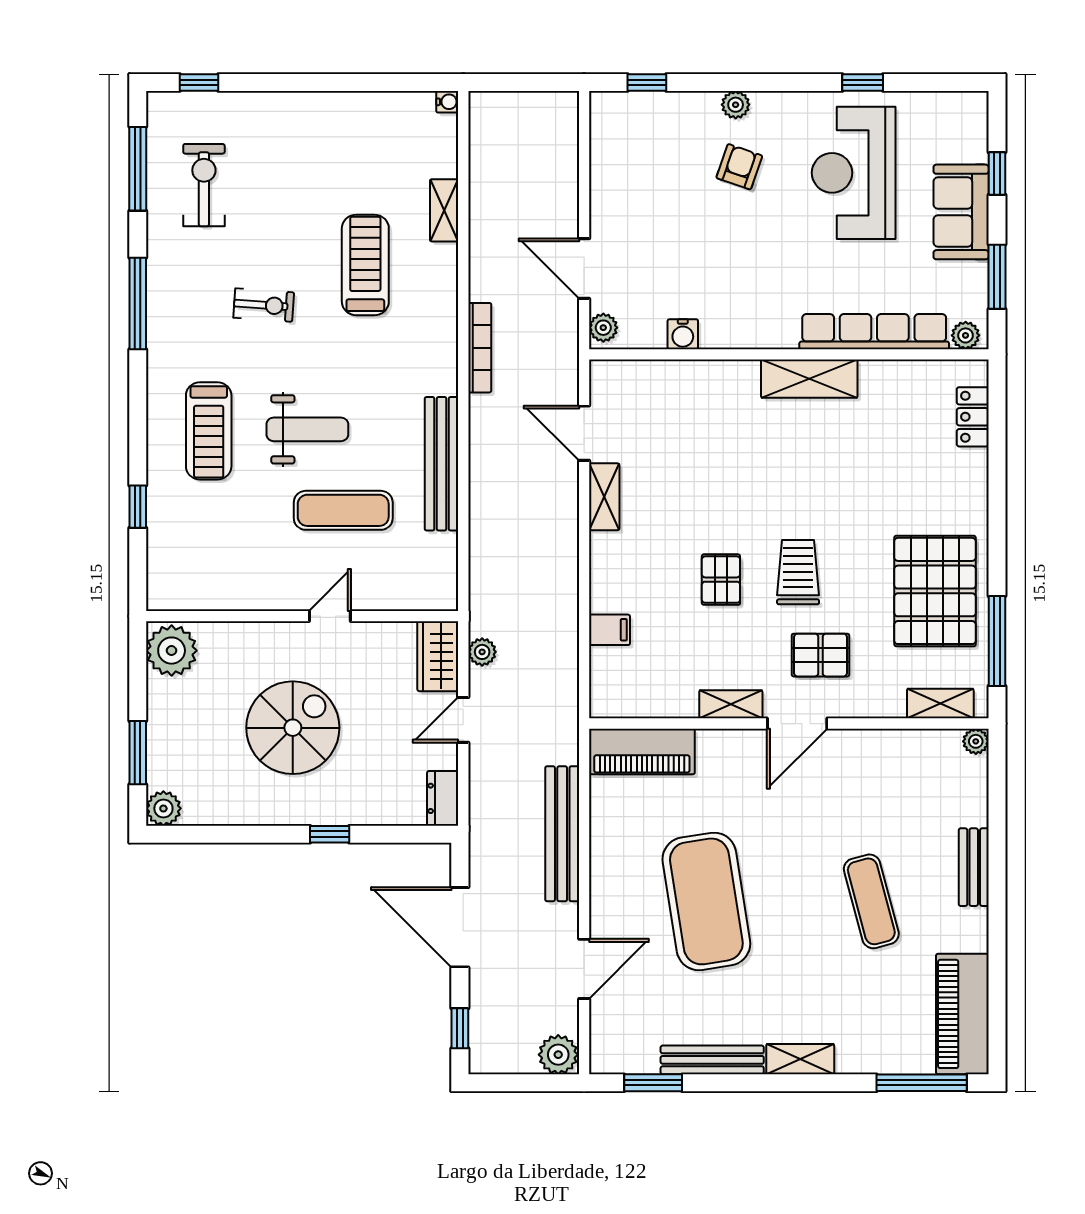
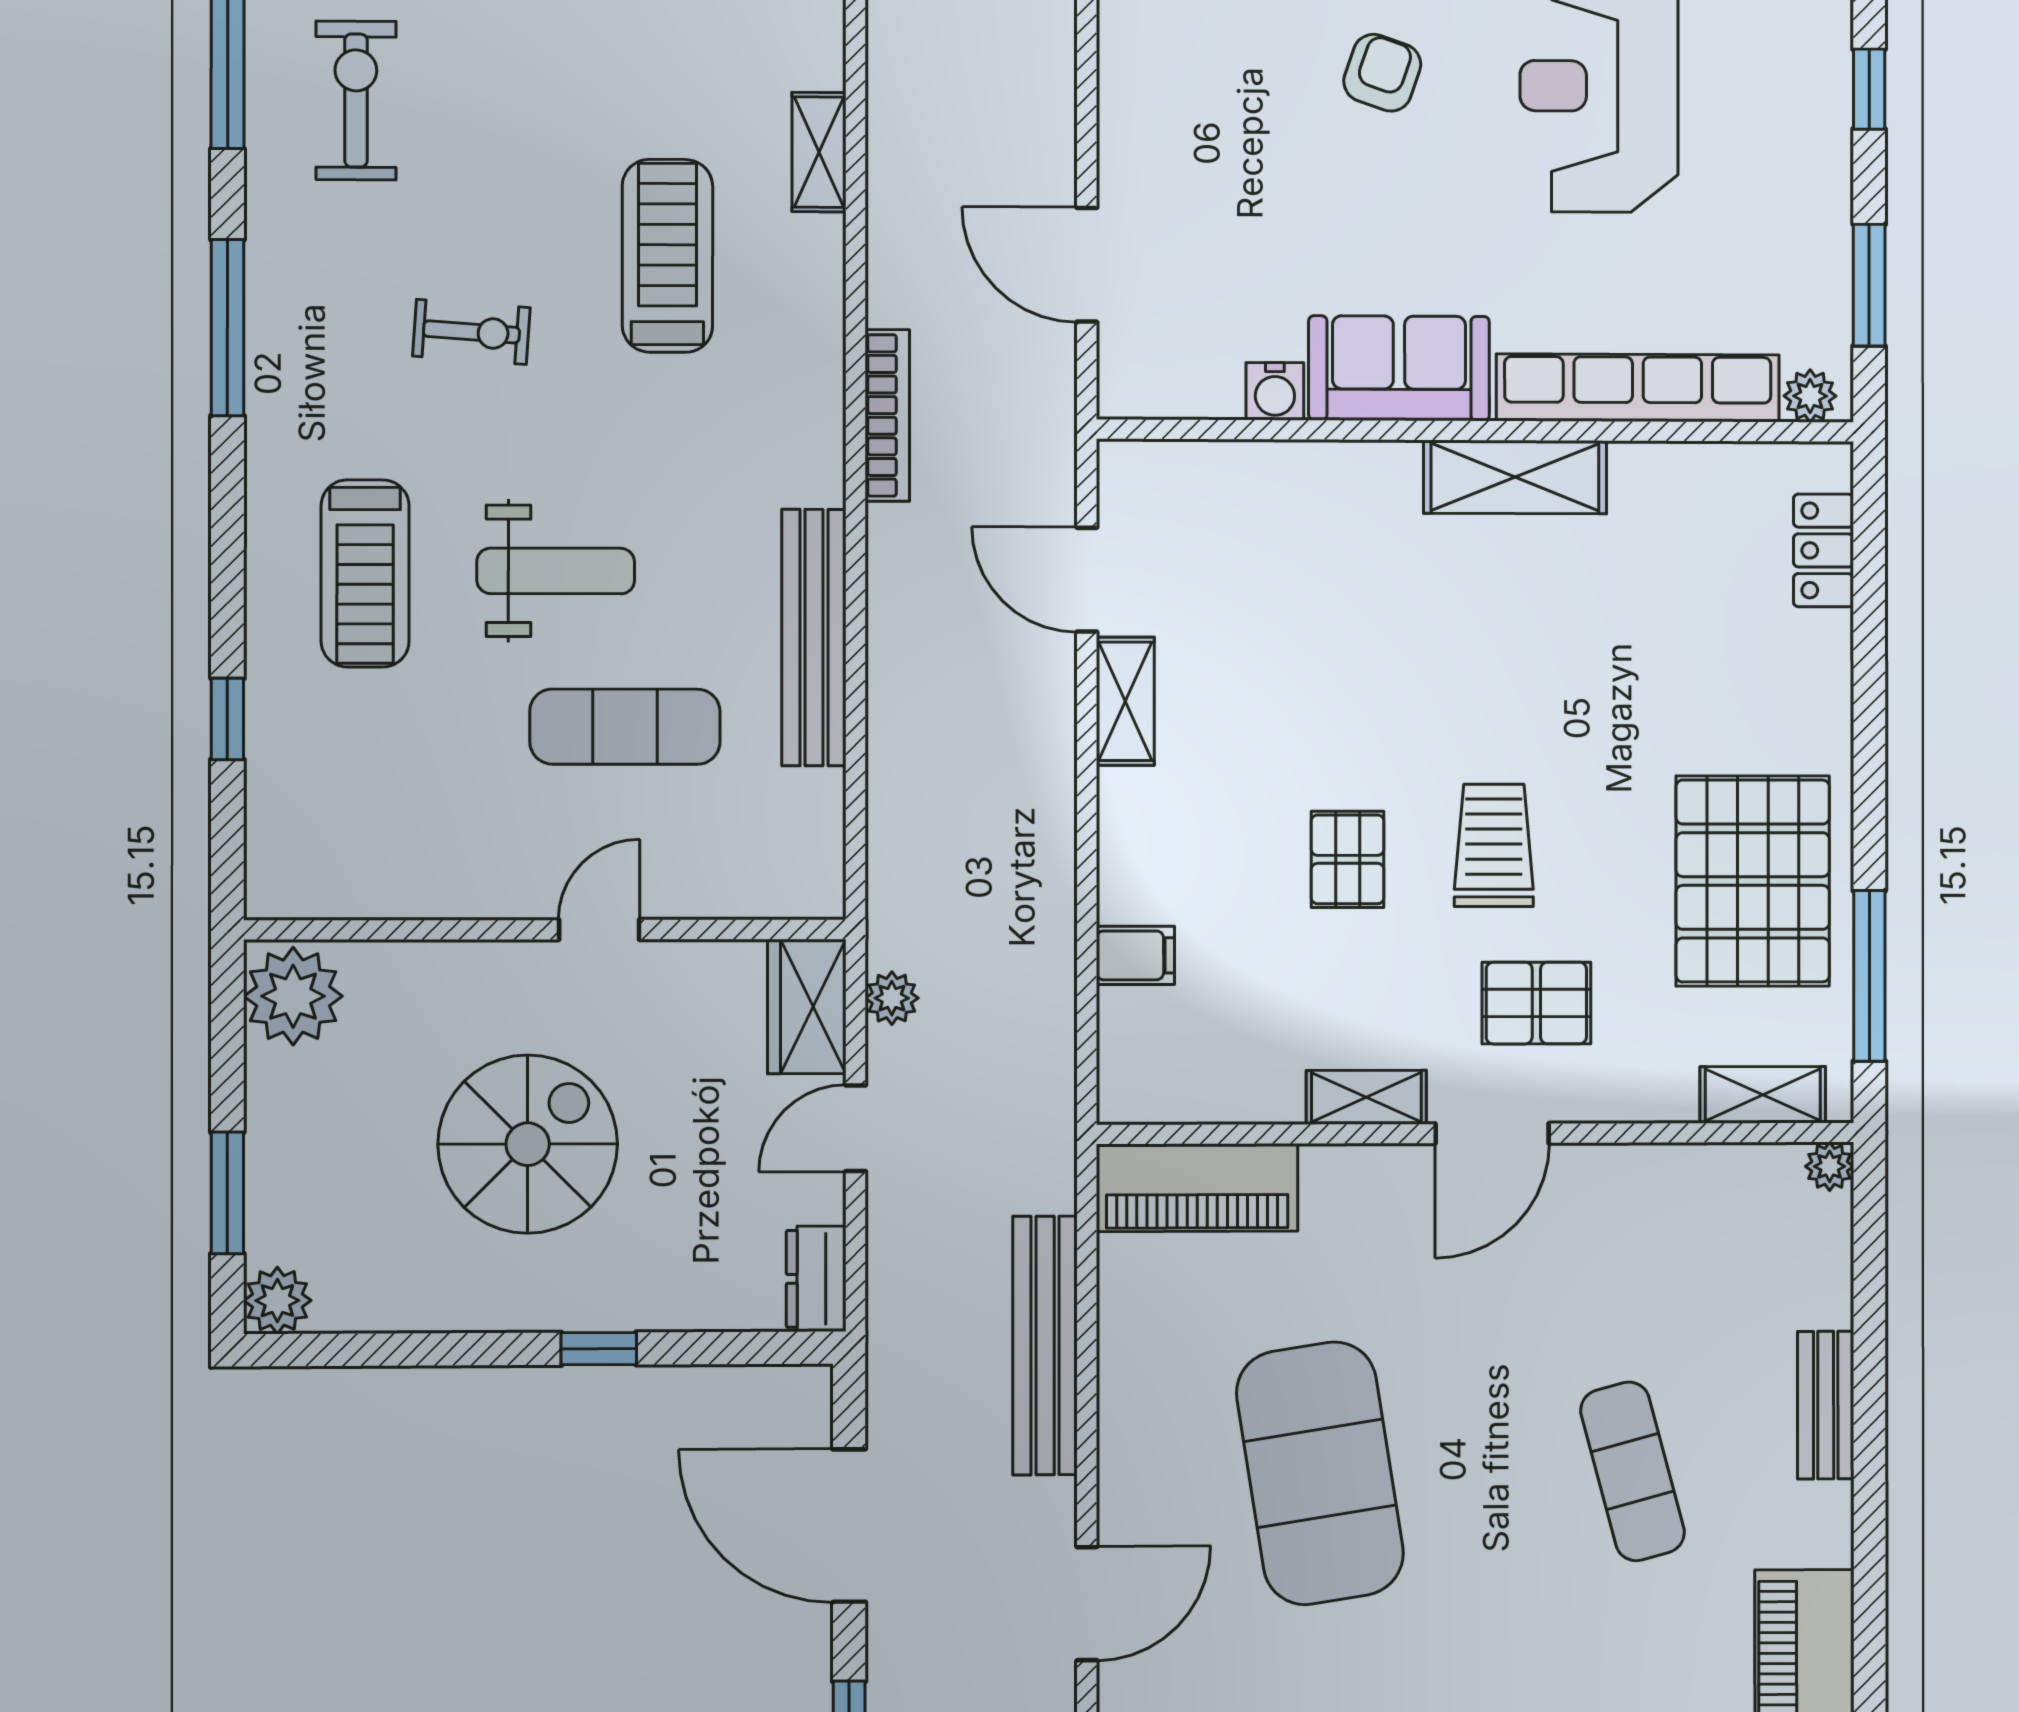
sofa: (961, 212) -> (1399, 368), moved, turned 90
plant: (603, 328) -> (1123, 378), removed

